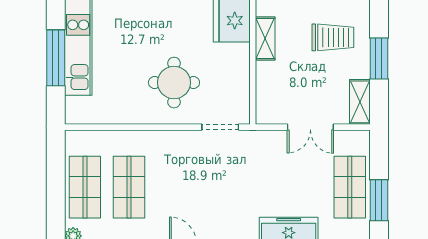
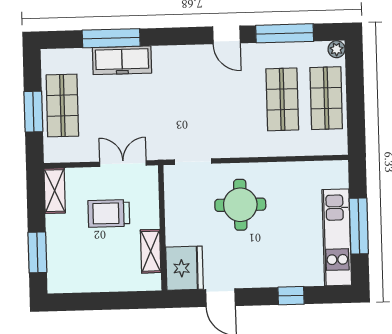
trolley: (333, 37) -> (109, 213), moved
window: (379, 58) -> (37, 252), moved
double door: (310, 127) -> (123, 164), moved
window: (379, 200) -> (33, 112), moved

